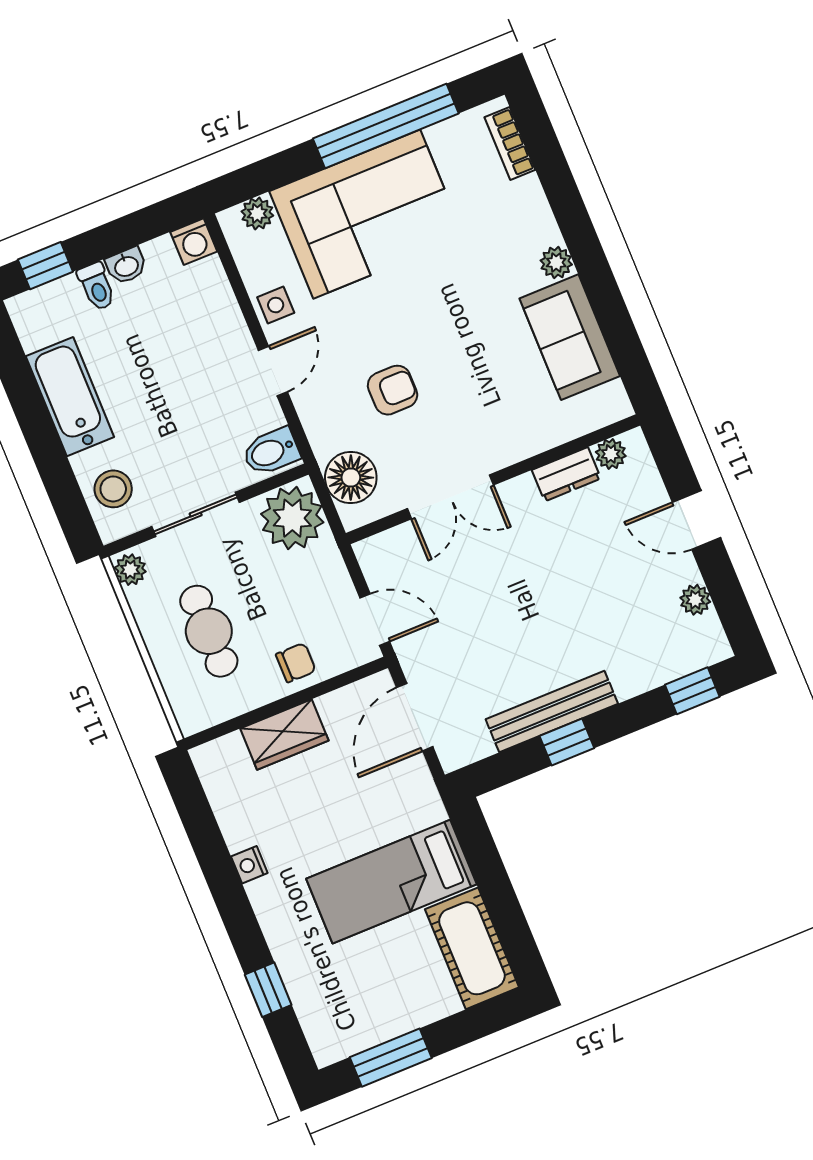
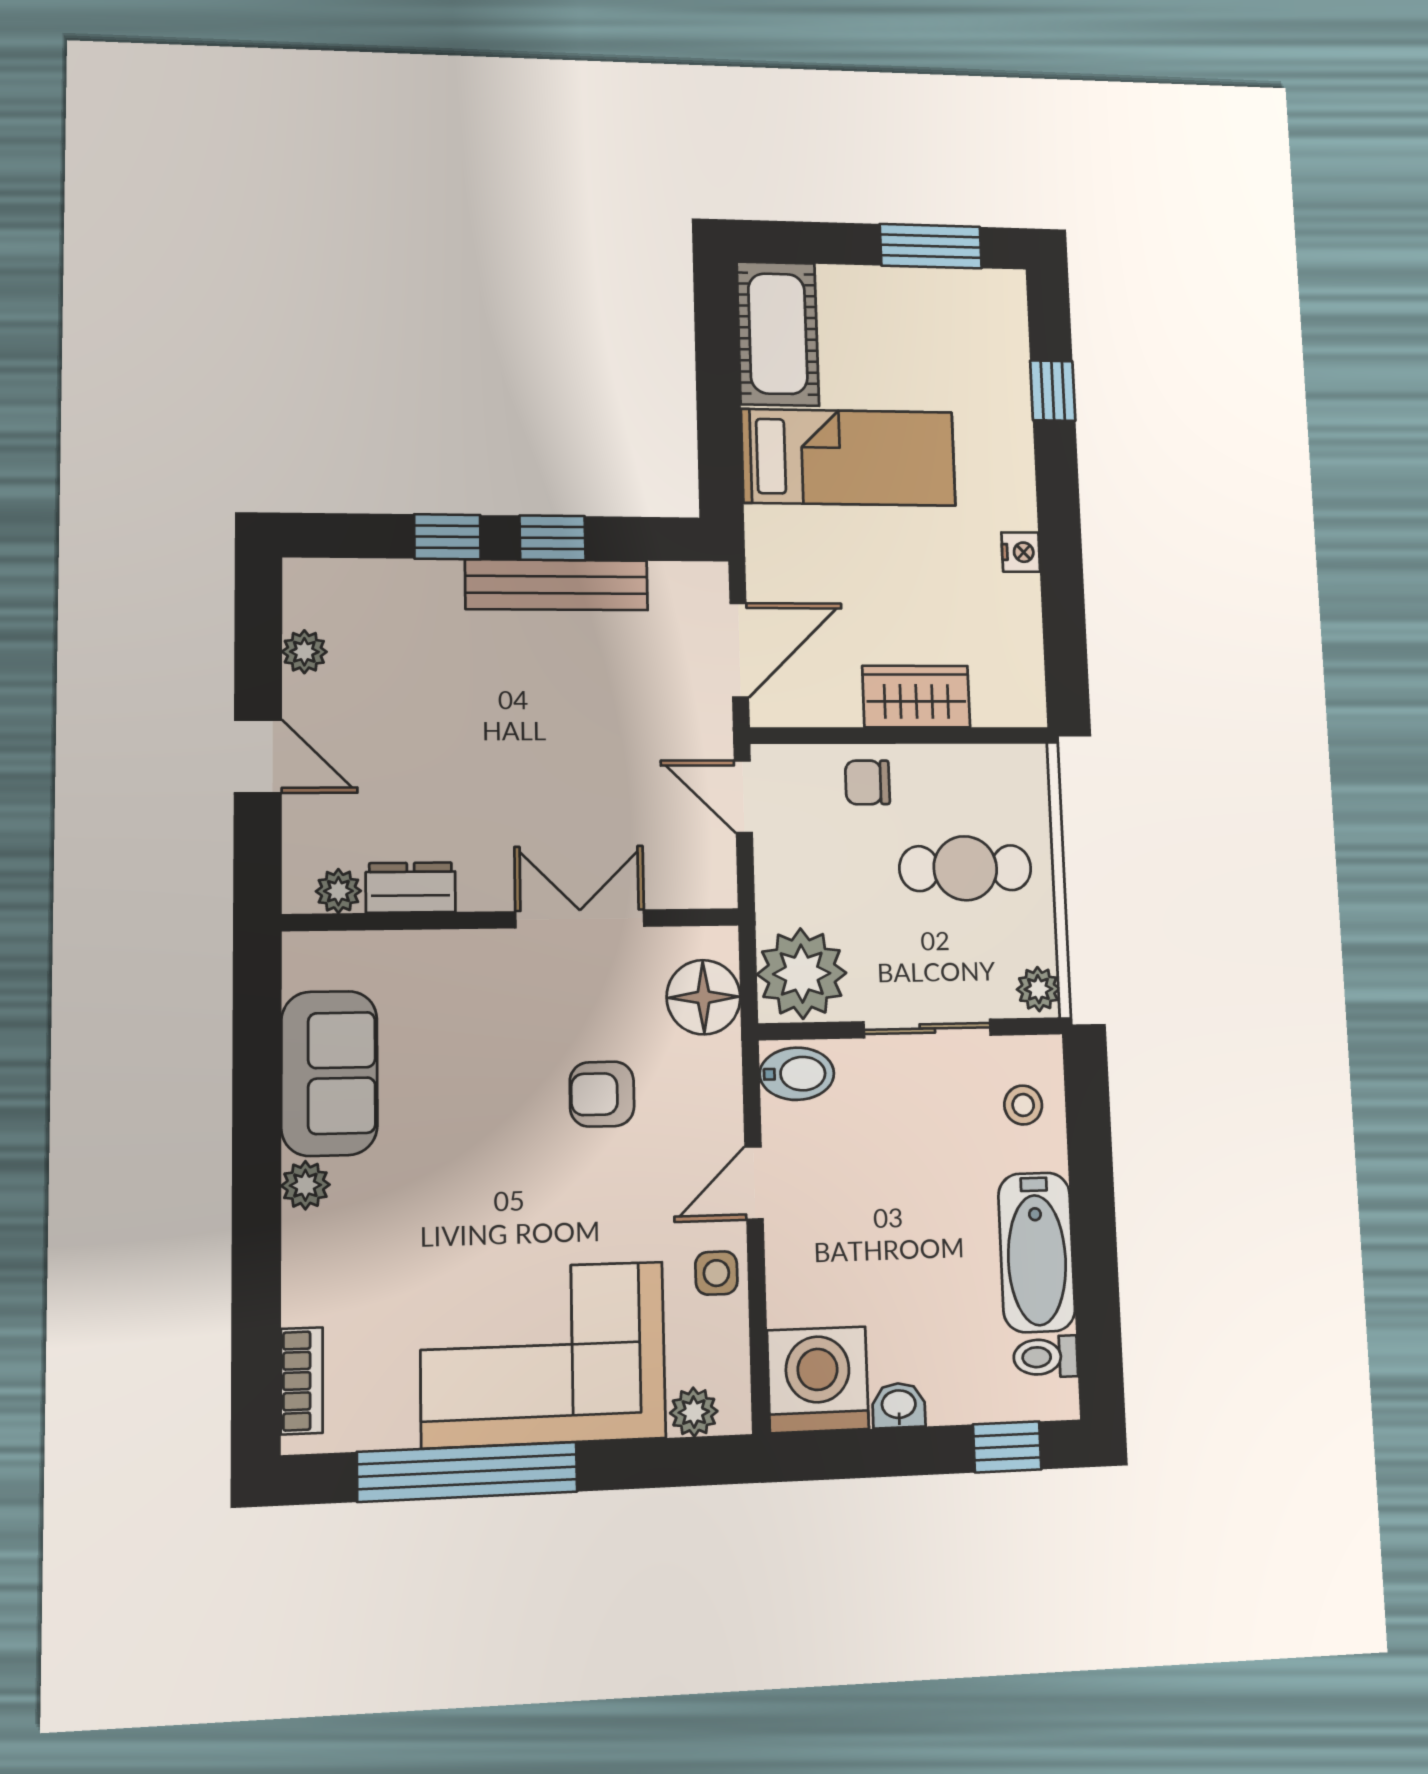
washing machine: (194, 242) -> (818, 1380), width x1.89, depth x1.89
toilet: (97, 286) -> (1046, 1357), moved, turned -90
stool: (113, 489) -> (1023, 1105), width x0.73, depth x0.73
cafe table: (209, 631) -> (965, 868), turned 90
window: (692, 691) -> (447, 537), moved

